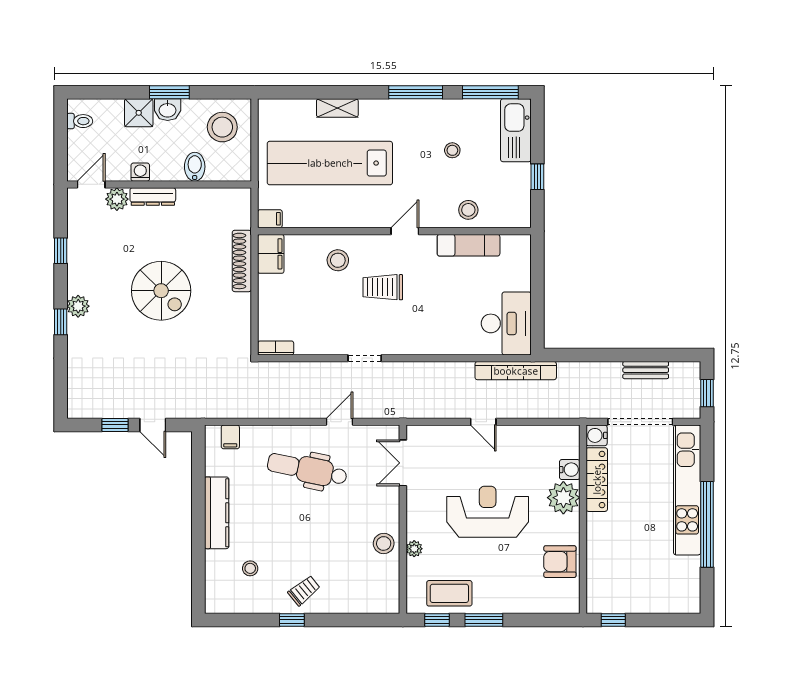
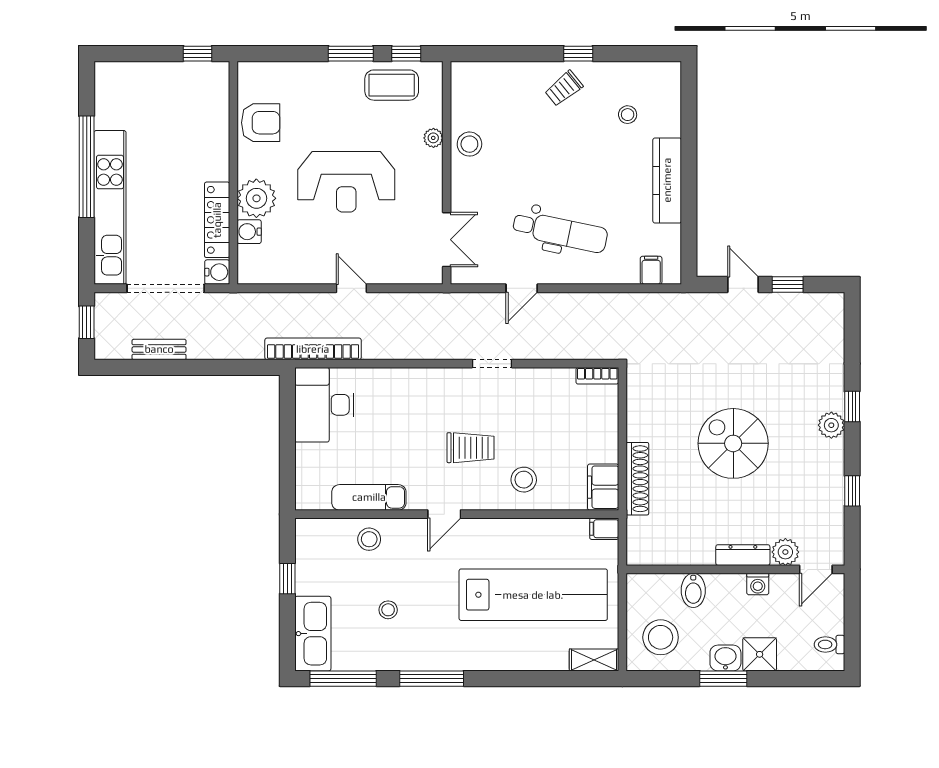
shelving: (337, 108) -> (594, 660), moved

